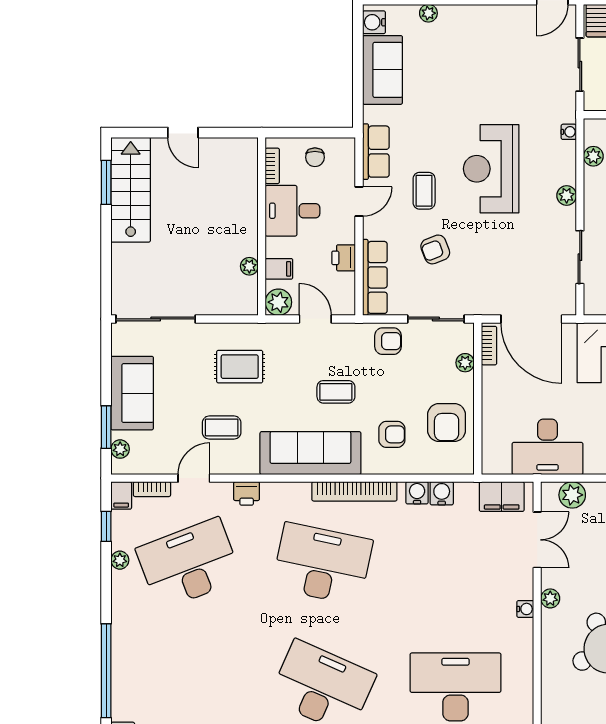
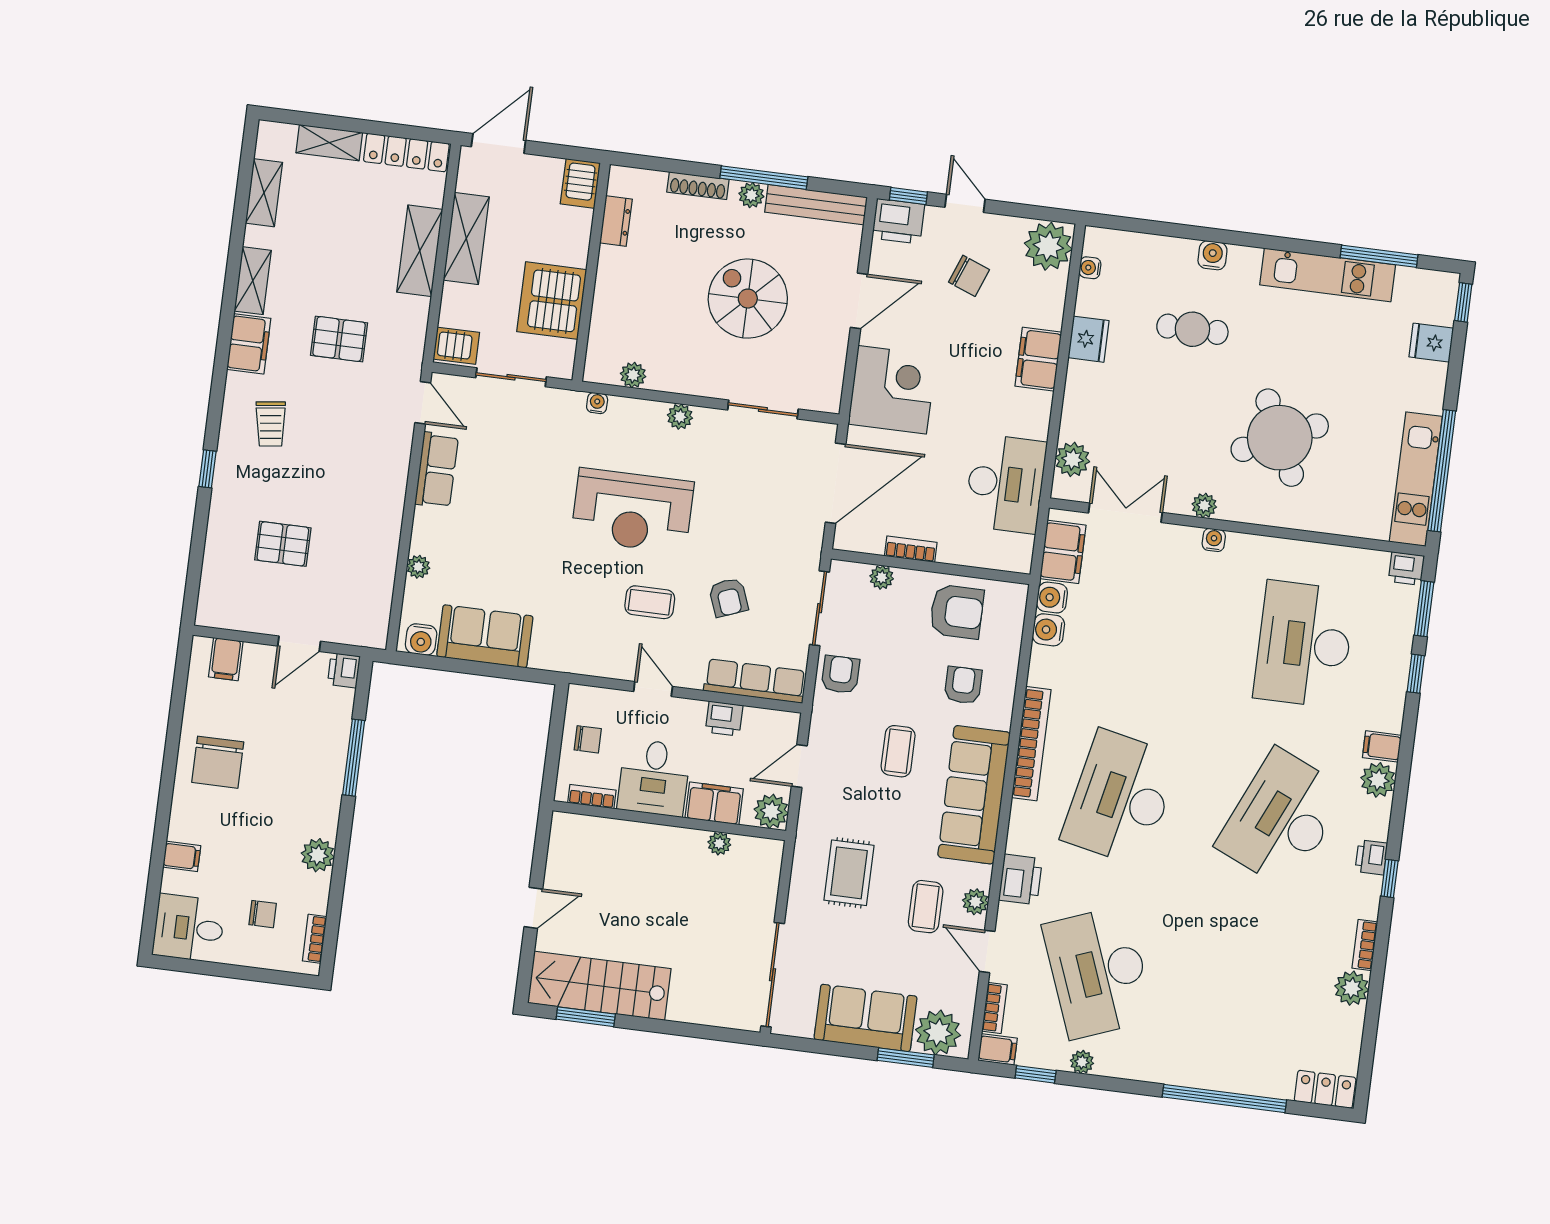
row of seats: (376, 152) -> (437, 470), moved, turned 90
filing cabinet: (279, 269) -> (714, 803), width x2.00
bookcase: (489, 346) -> (911, 549), moved
plant: (120, 449) -> (938, 1033), width x1.88, depth x1.88
plant: (230, 465) -> (975, 902), added
printer: (247, 493) -> (1020, 879), width x1.36, depth x1.24
water cooler: (417, 493) -> (1052, 598), moved

